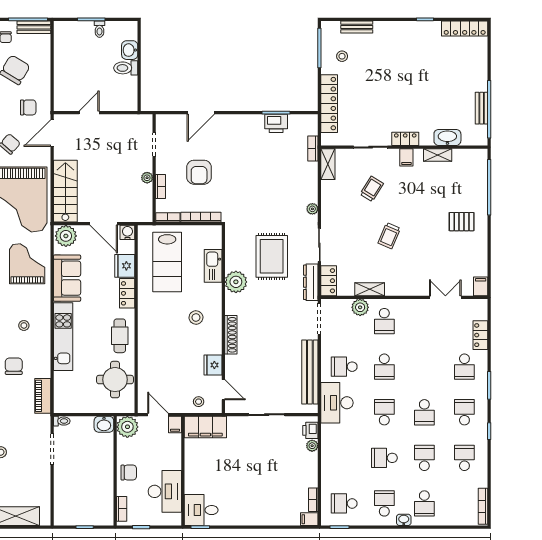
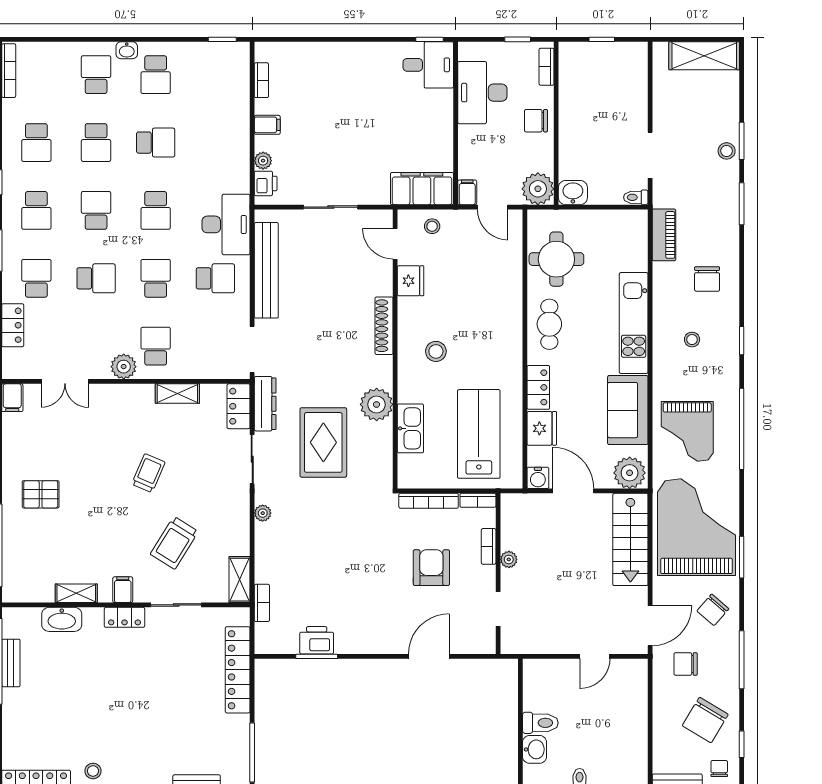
stool: (342, 56) -> (93, 771), moved
trolley: (372, 189) -> (174, 543), width x1.36, depth x1.39
plant: (360, 307) -> (124, 367), moved
school desk: (344, 503) -> (96, 278), moved
filing cabinet: (309, 519) -> (267, 125), moved

